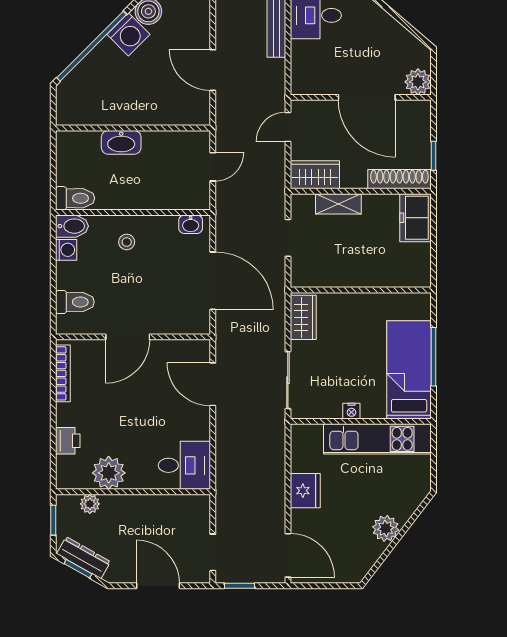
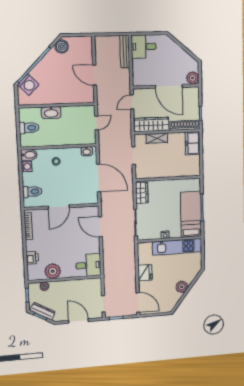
washing machine: (128, 34) -> (28, 85), moved
wardrobe: (315, 175) -> (151, 124), width x1.50
toilet: (75, 198) -> (29, 128), moved

